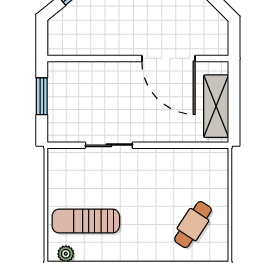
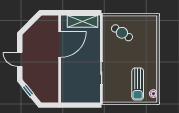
window: (42, 96) -> (78, 105), removed
cafe table: (193, 225) -> (122, 33), moved

